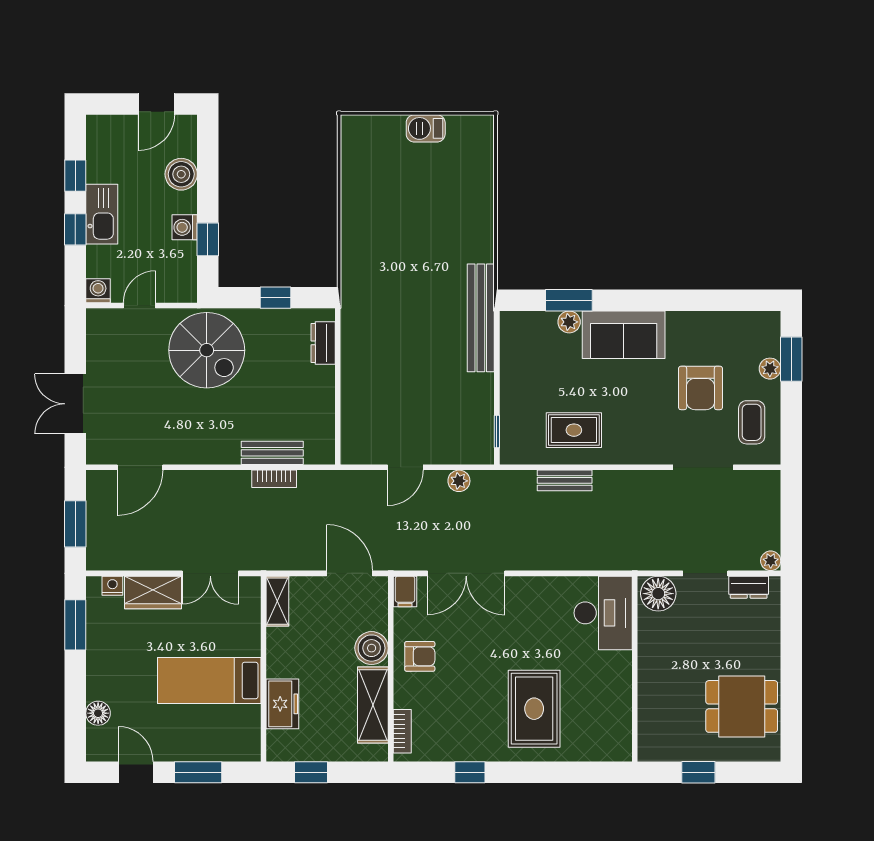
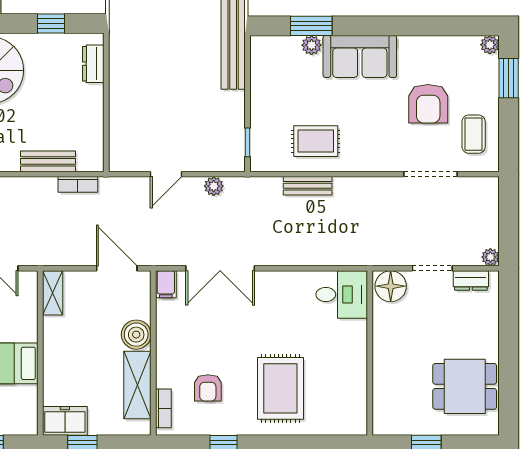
plant: (770, 369) -> (490, 45), moved
bookcase: (274, 479) -> (78, 184), moved
desk: (603, 613) -> (342, 294), width x0.73
armchair: (420, 656) -> (208, 388), moved, turned 90
freezer: (282, 704) -> (65, 421), moved, turned -90

